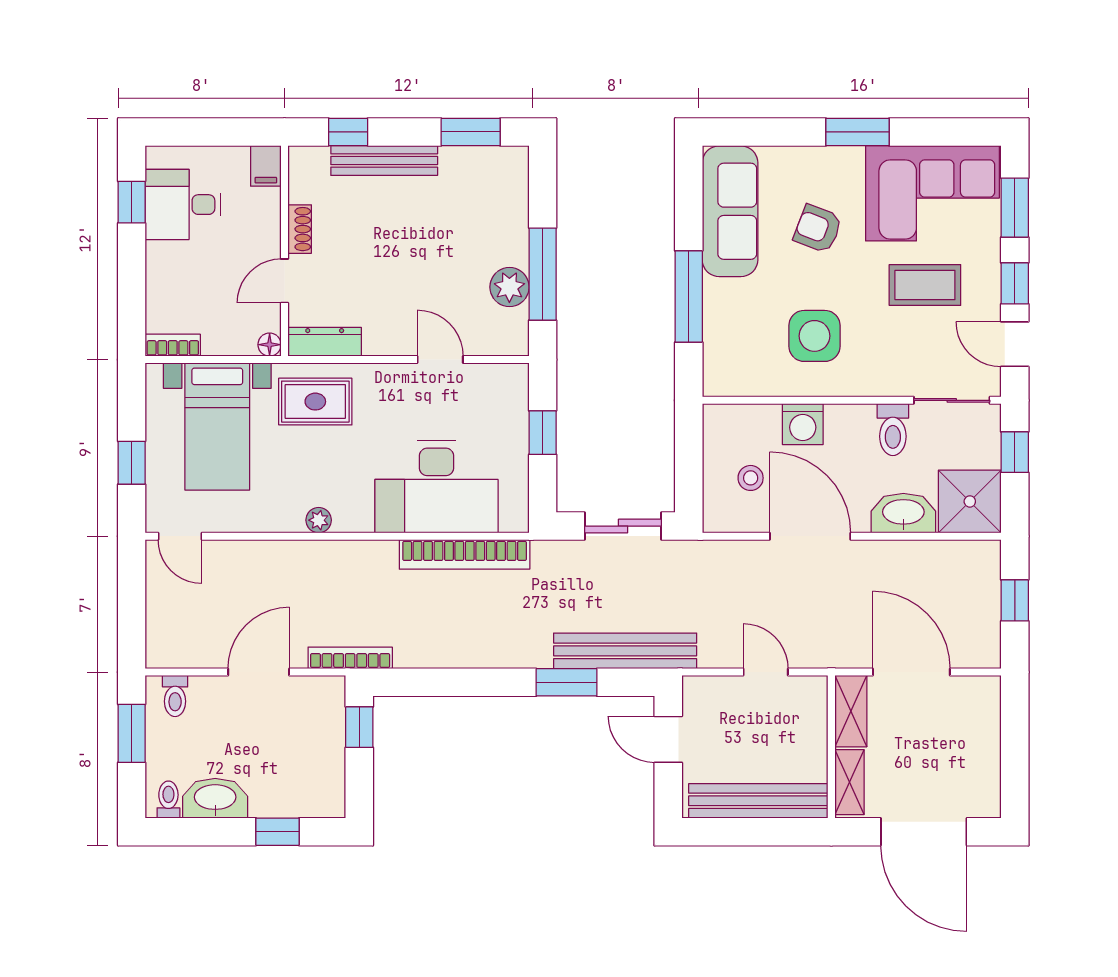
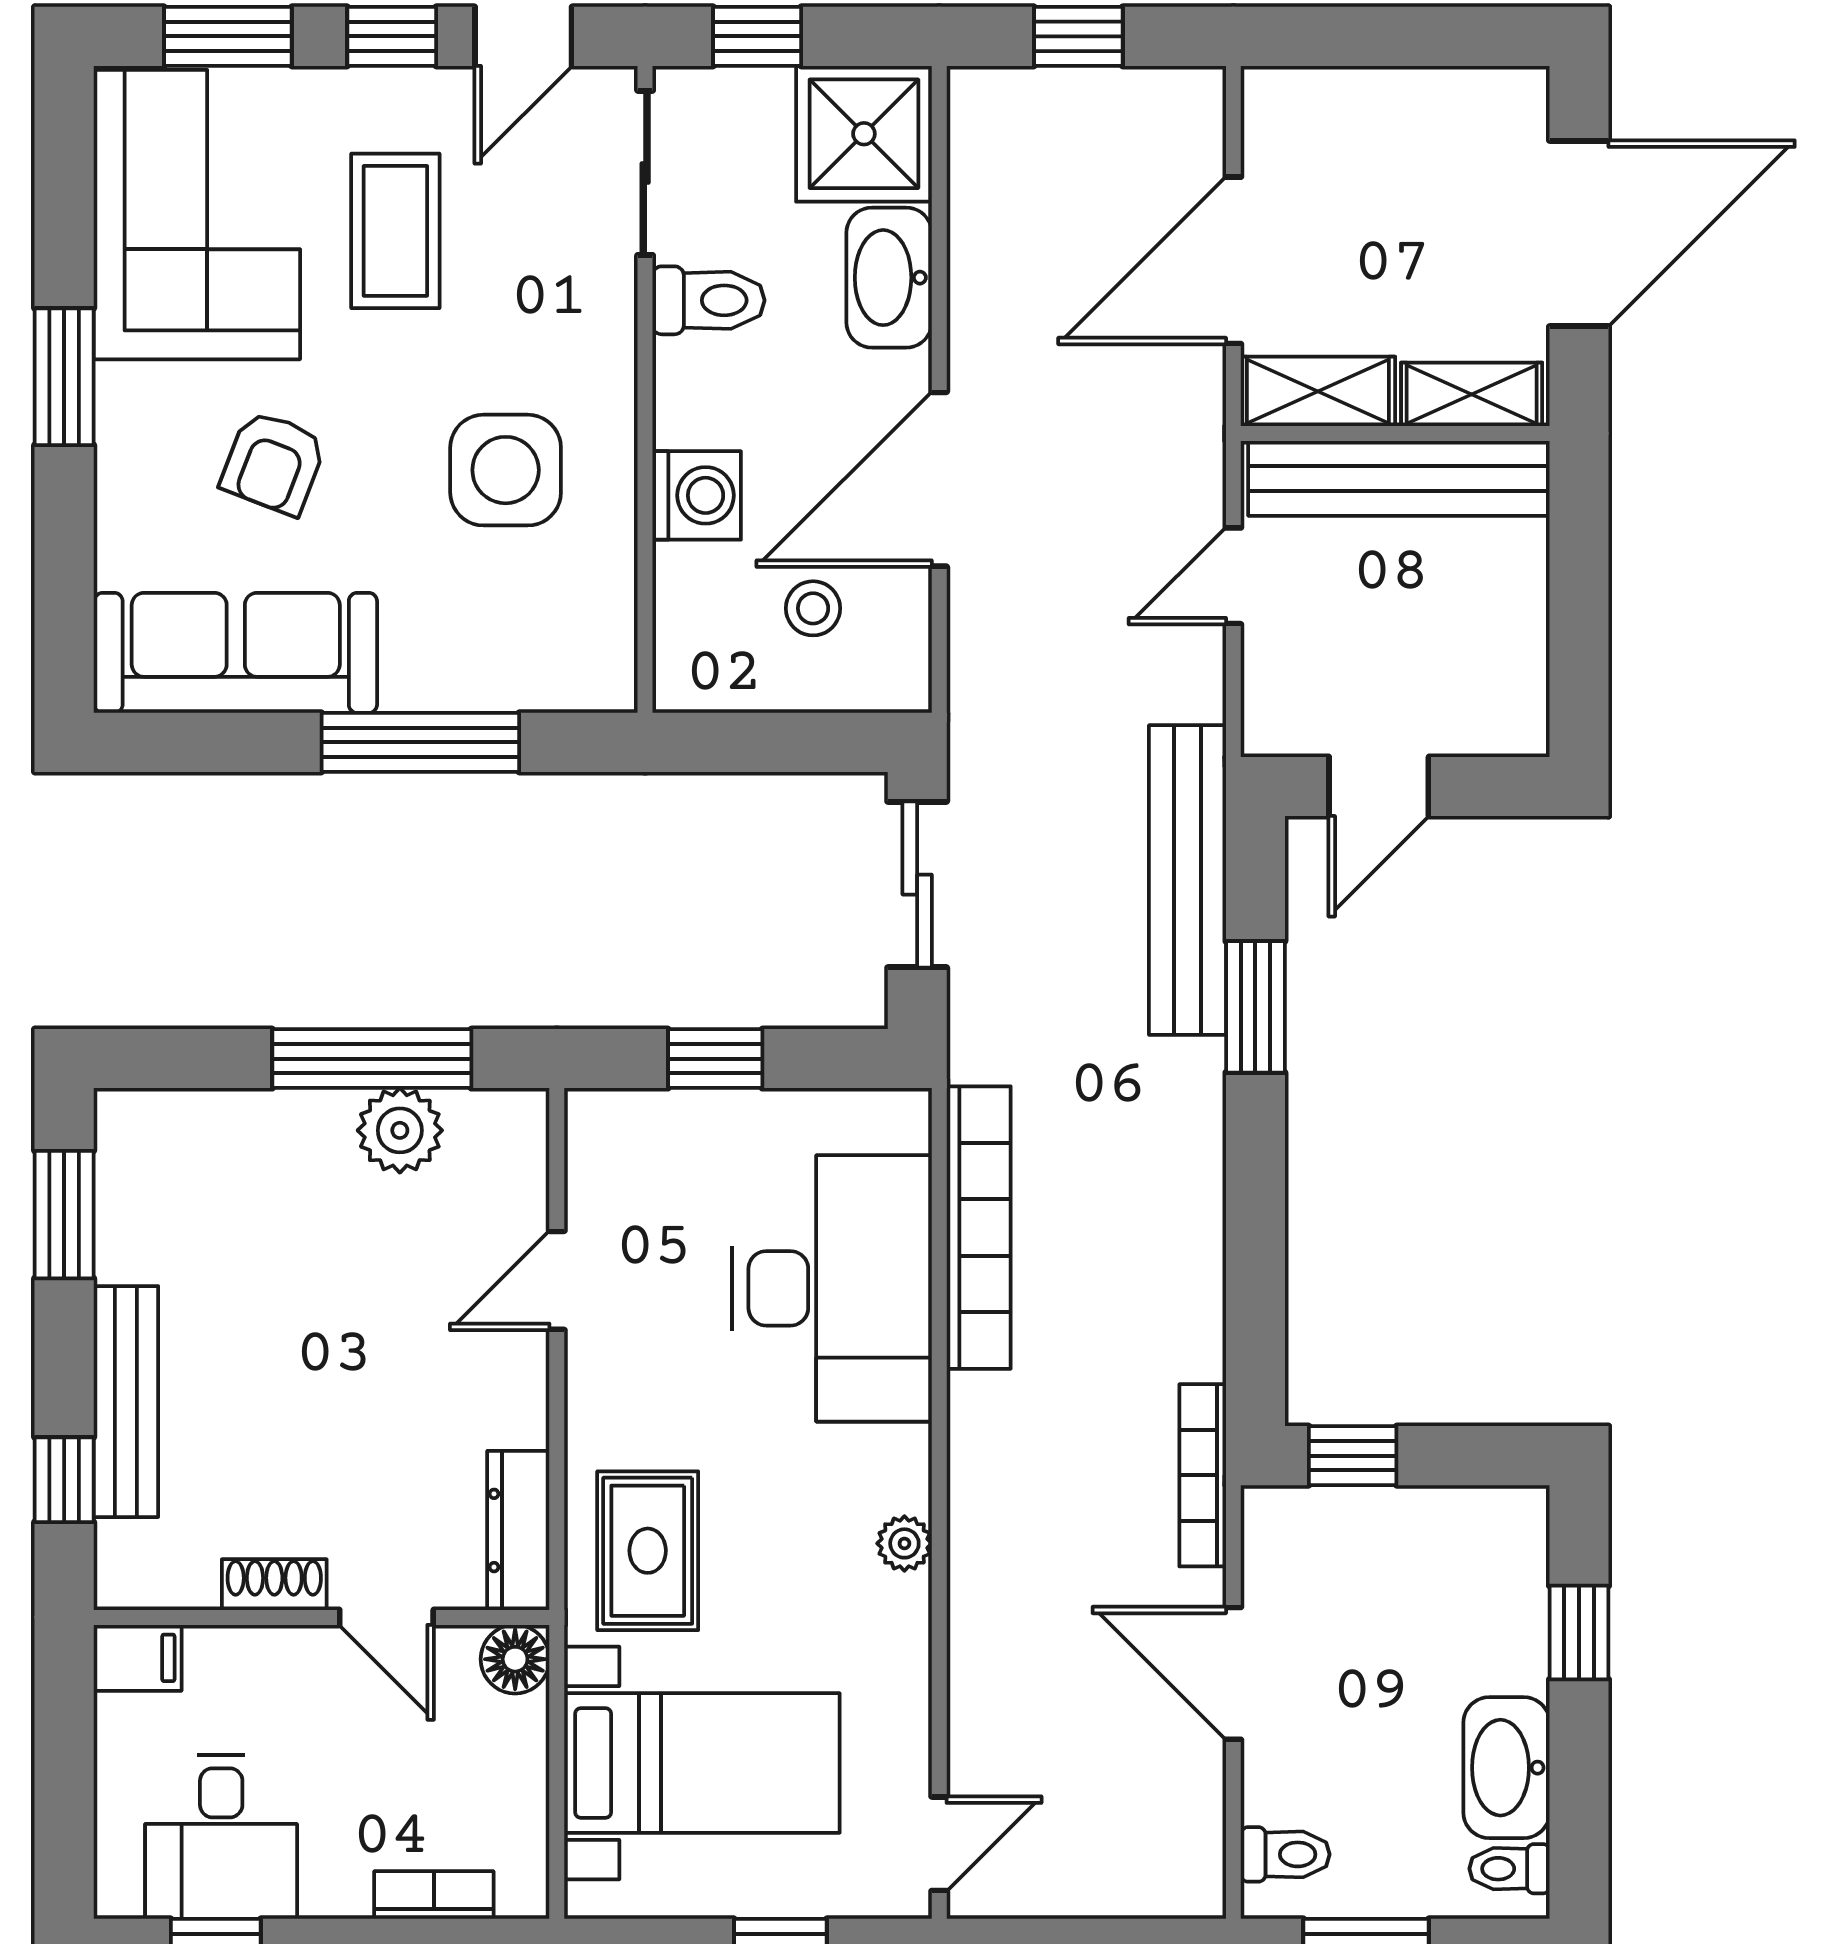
bookcase: (173, 345) -> (434, 1895), moved, turned 90
floor lamp: (270, 345) -> (515, 1659), width x1.37, depth x1.37
bench: (758, 801) -> (1399, 478), moved, turned 90

